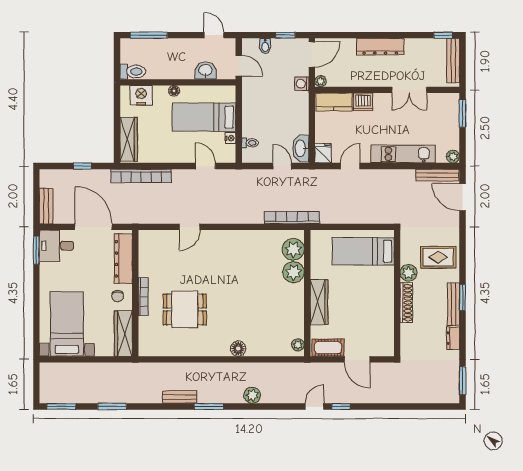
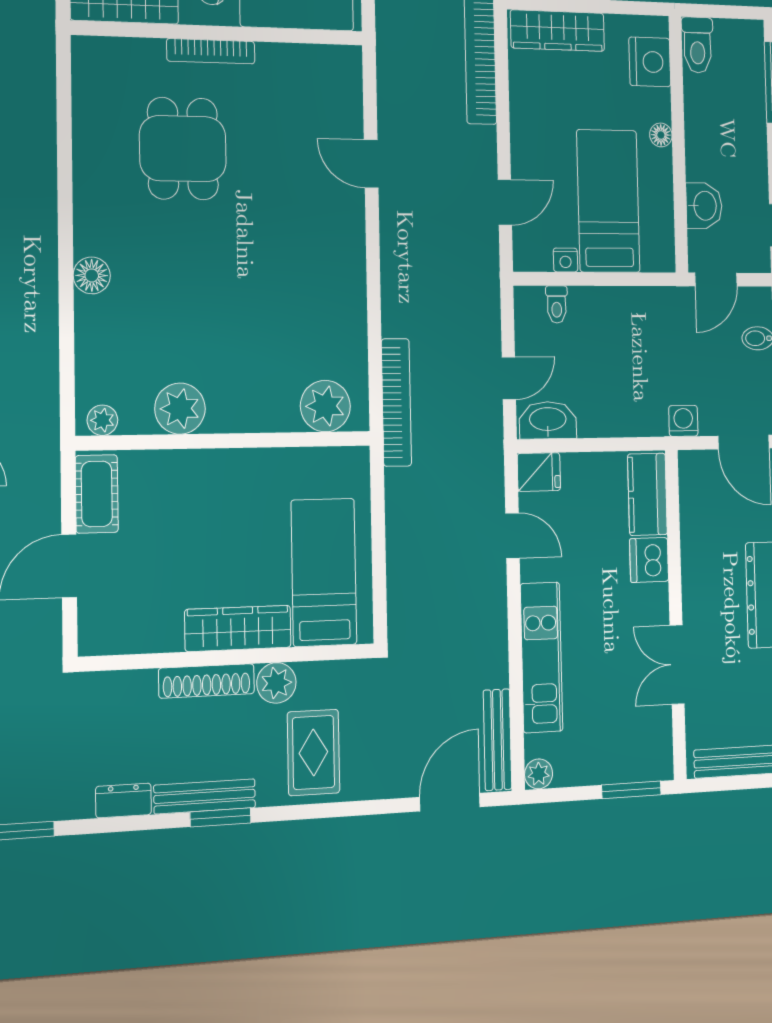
plant: (321, 81) -> (690, 463), removed
plant: (294, 272) -> (180, 409), moved
wardrobe: (319, 302) -> (238, 628), moved, turned 180

